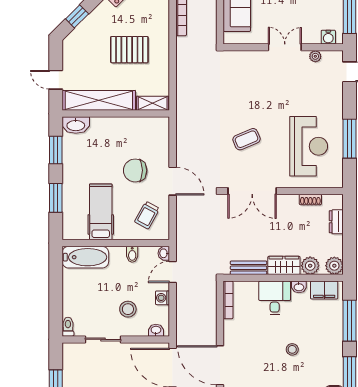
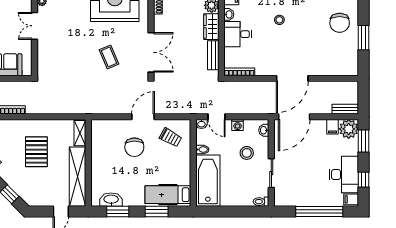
washbasin: (76, 125) -> (111, 200), moved, turned -90
hospital bed: (101, 212) -> (168, 195), moved
bathtub: (85, 257) -> (208, 181), width x1.36, depth x1.36

